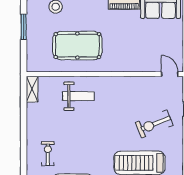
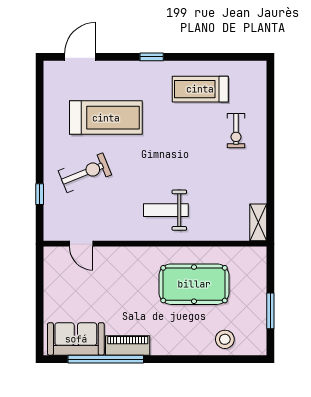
door: (170, 74) -> (81, 244), moved
weight bench: (78, 96) -> (166, 210), moved

